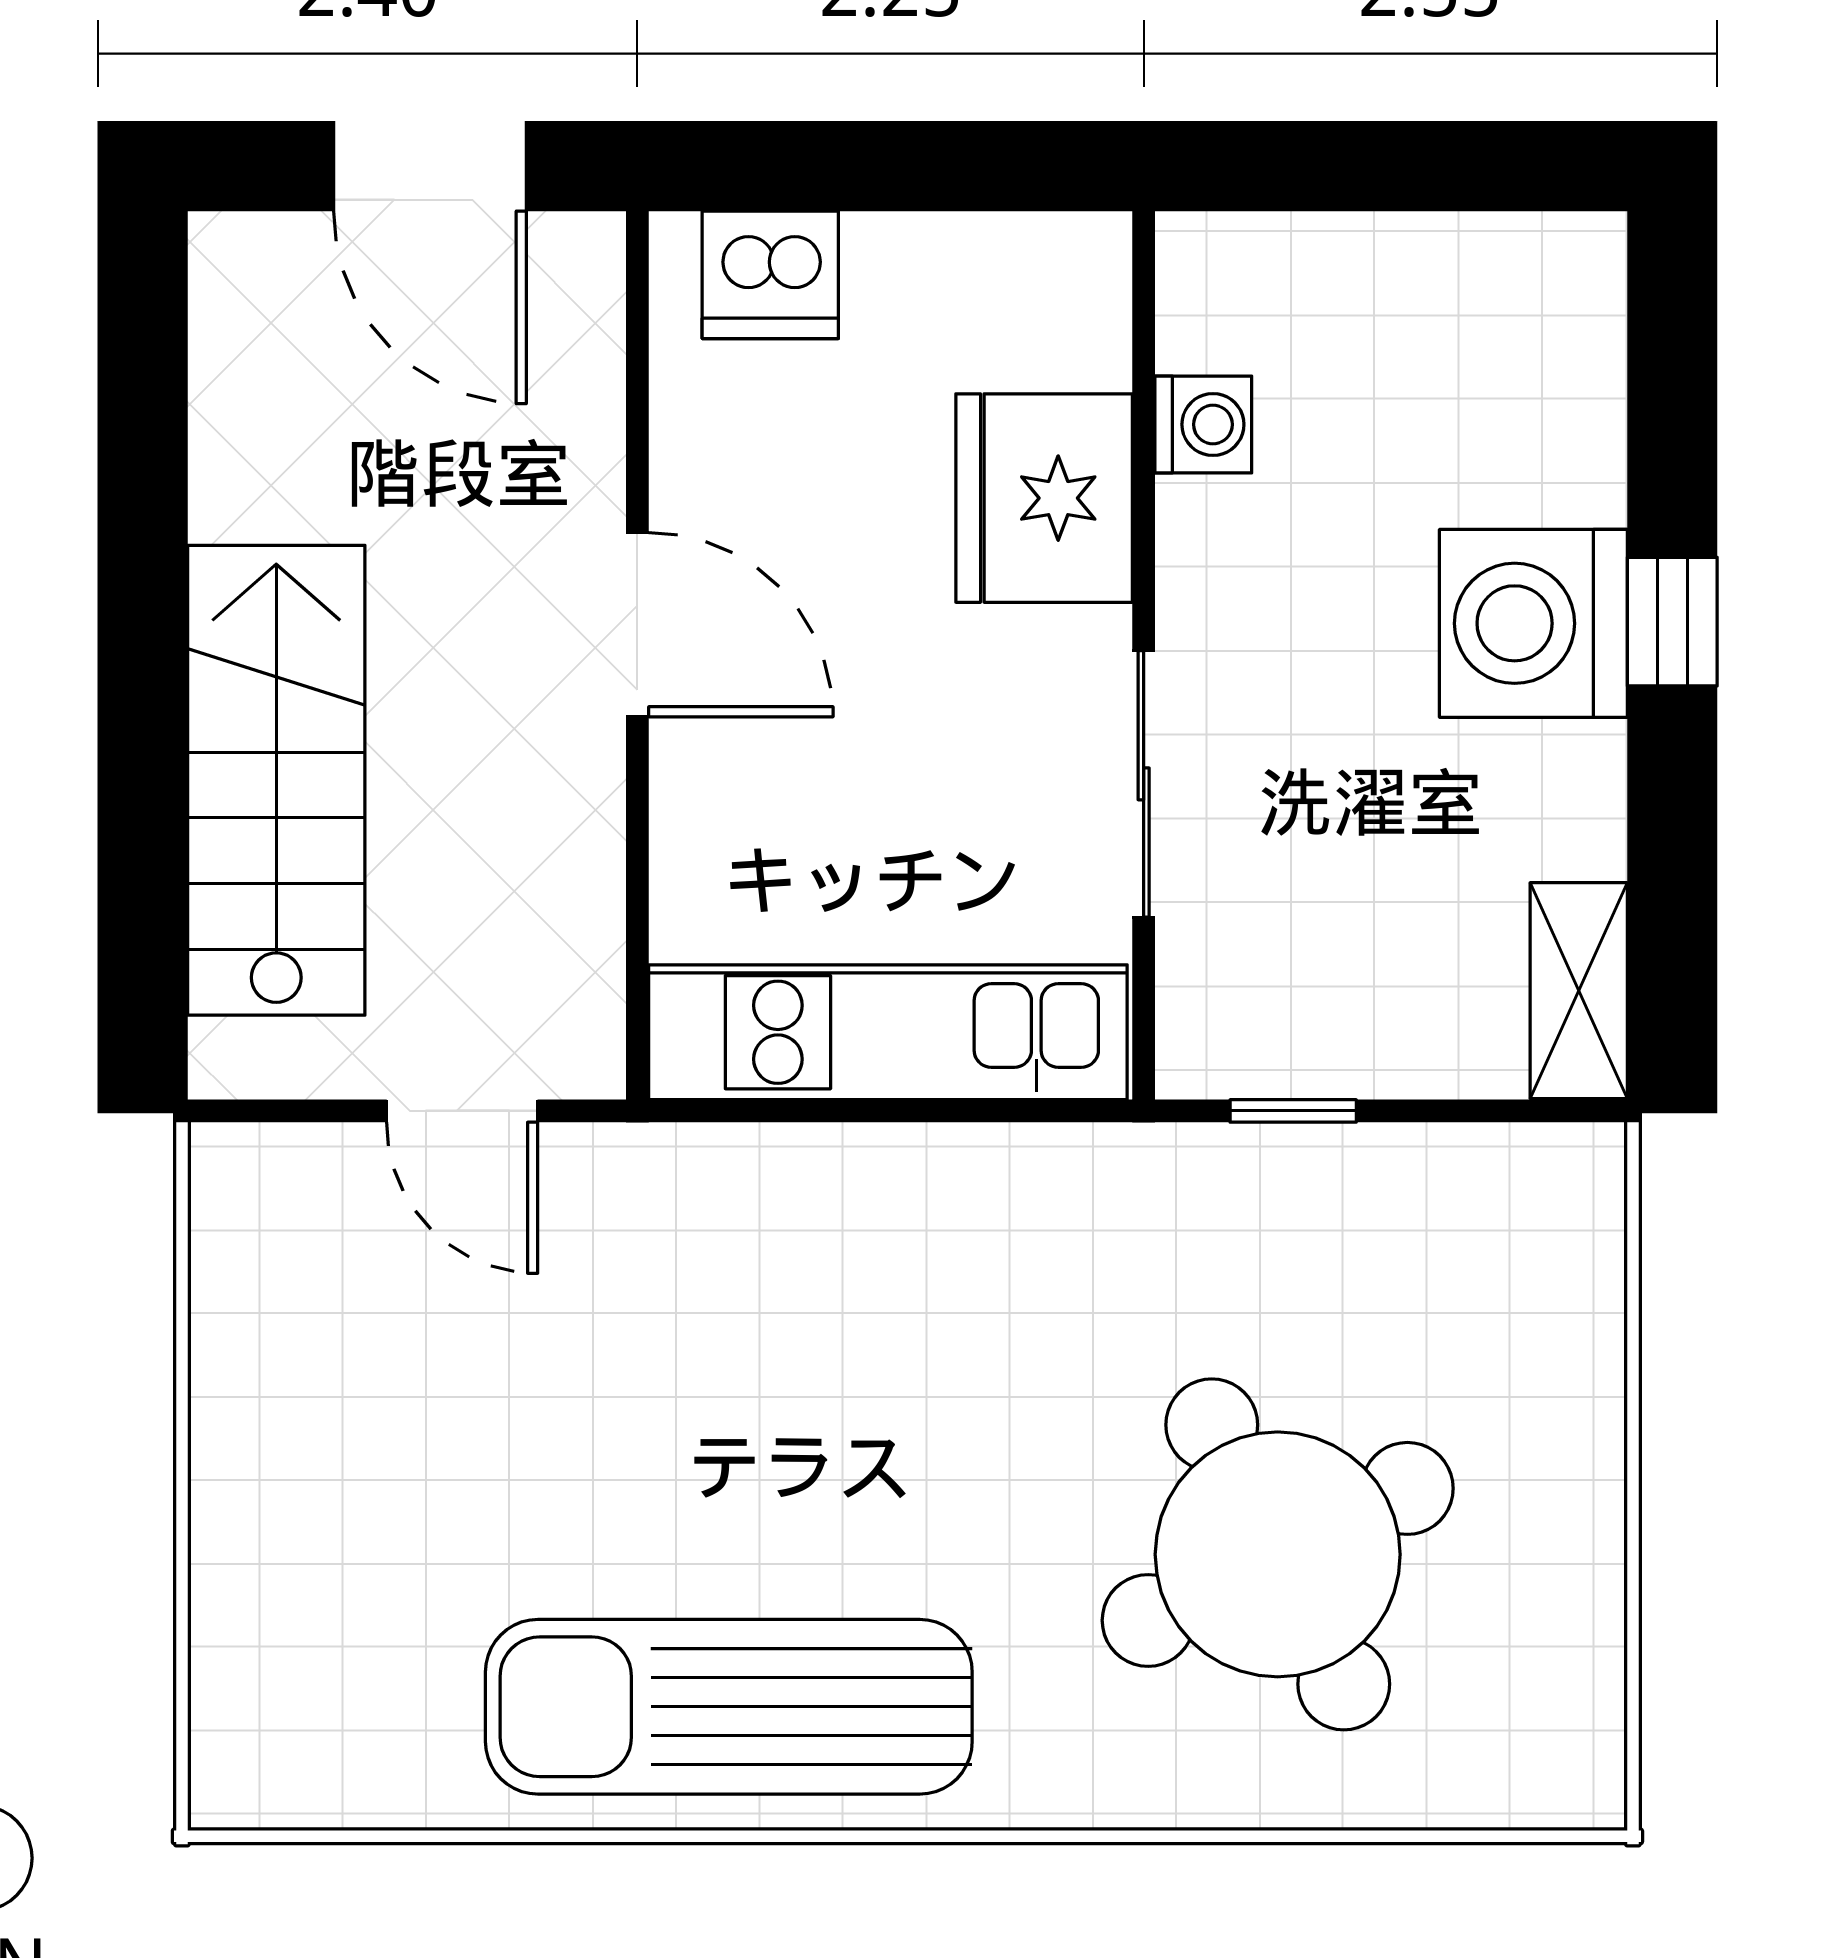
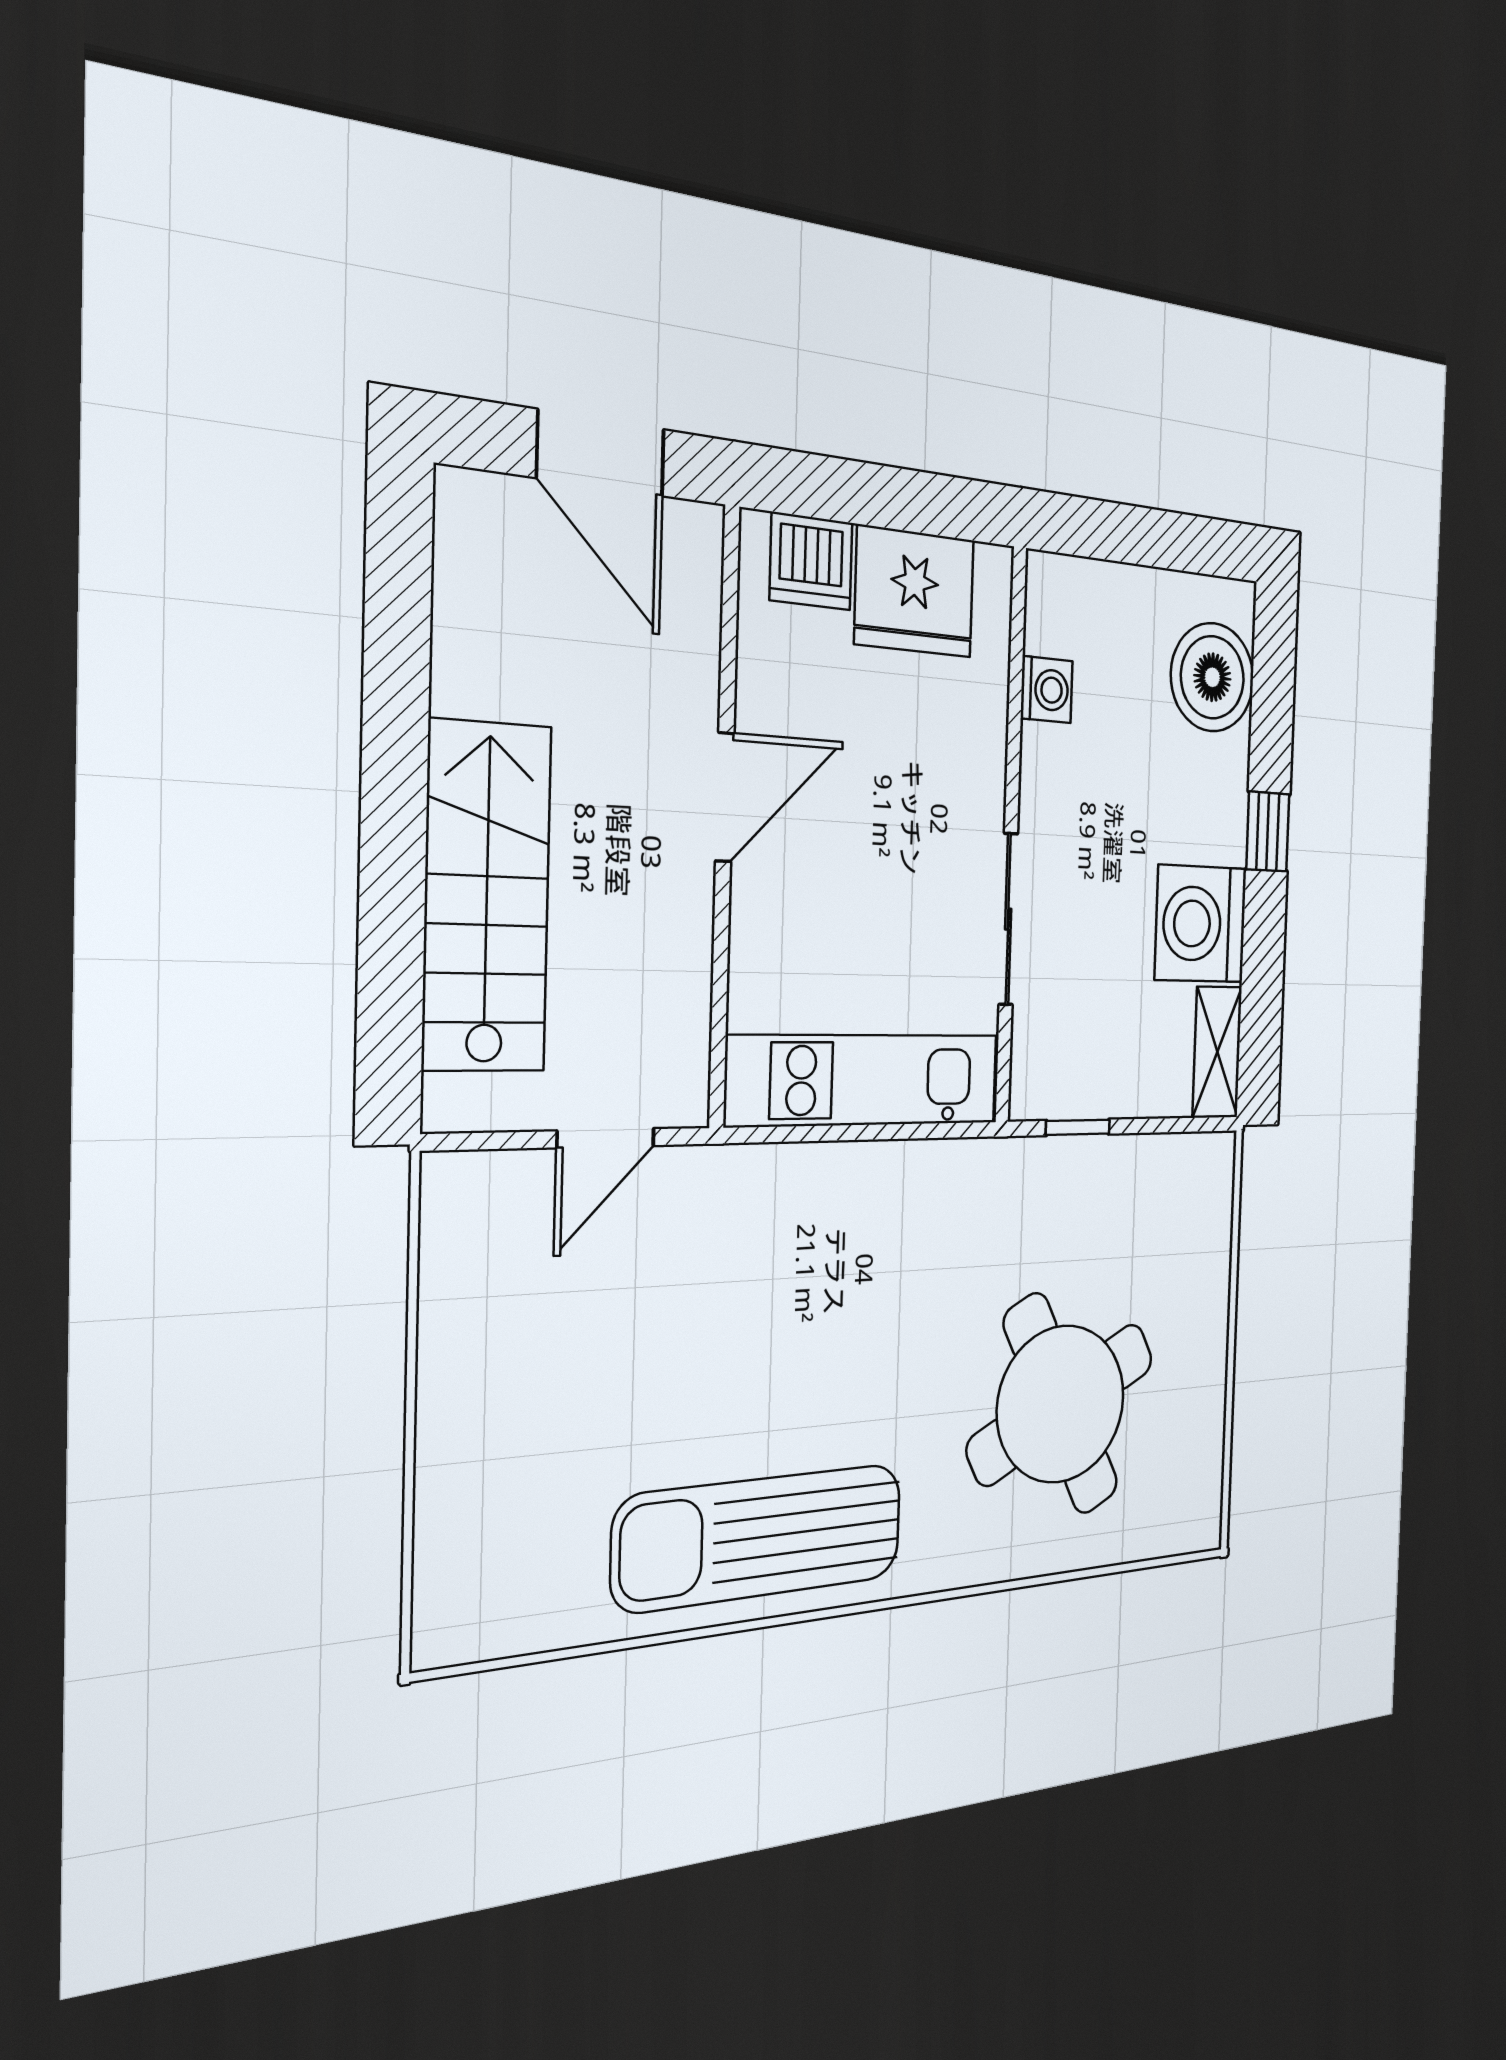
boiler: (1539, 376) -> (1212, 677), added
fridge: (1044, 498) -> (914, 592), moved, turned -90
washing machine: (1533, 623) -> (1201, 924), moved
door: (637, 625) -> (725, 797), hinge flipped
door: (462, 1111) -> (606, 1138), hinge flipped

